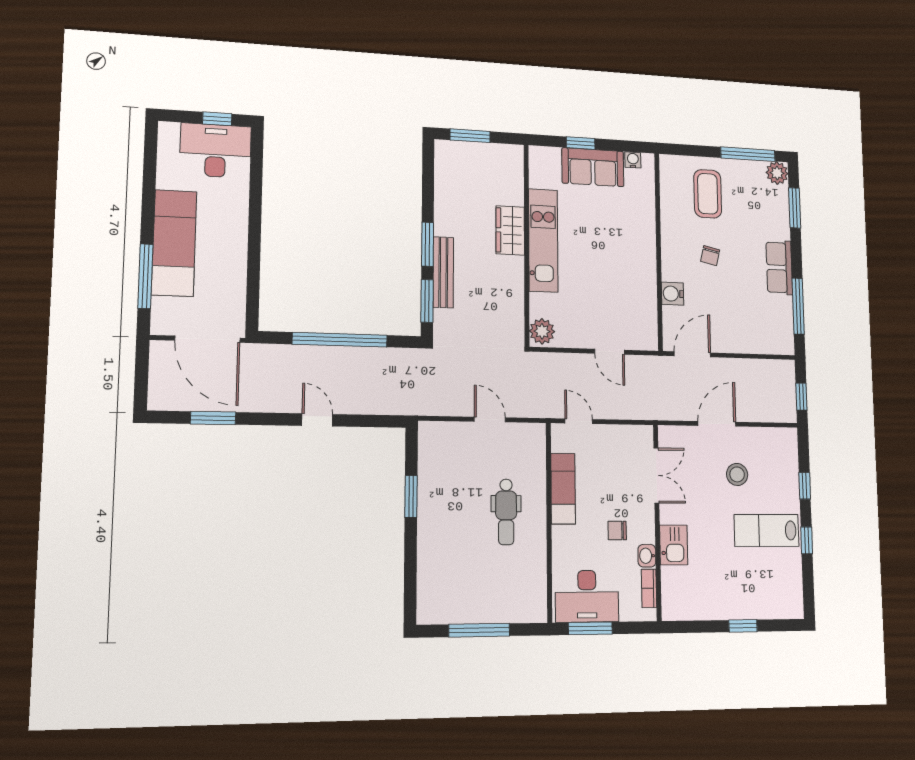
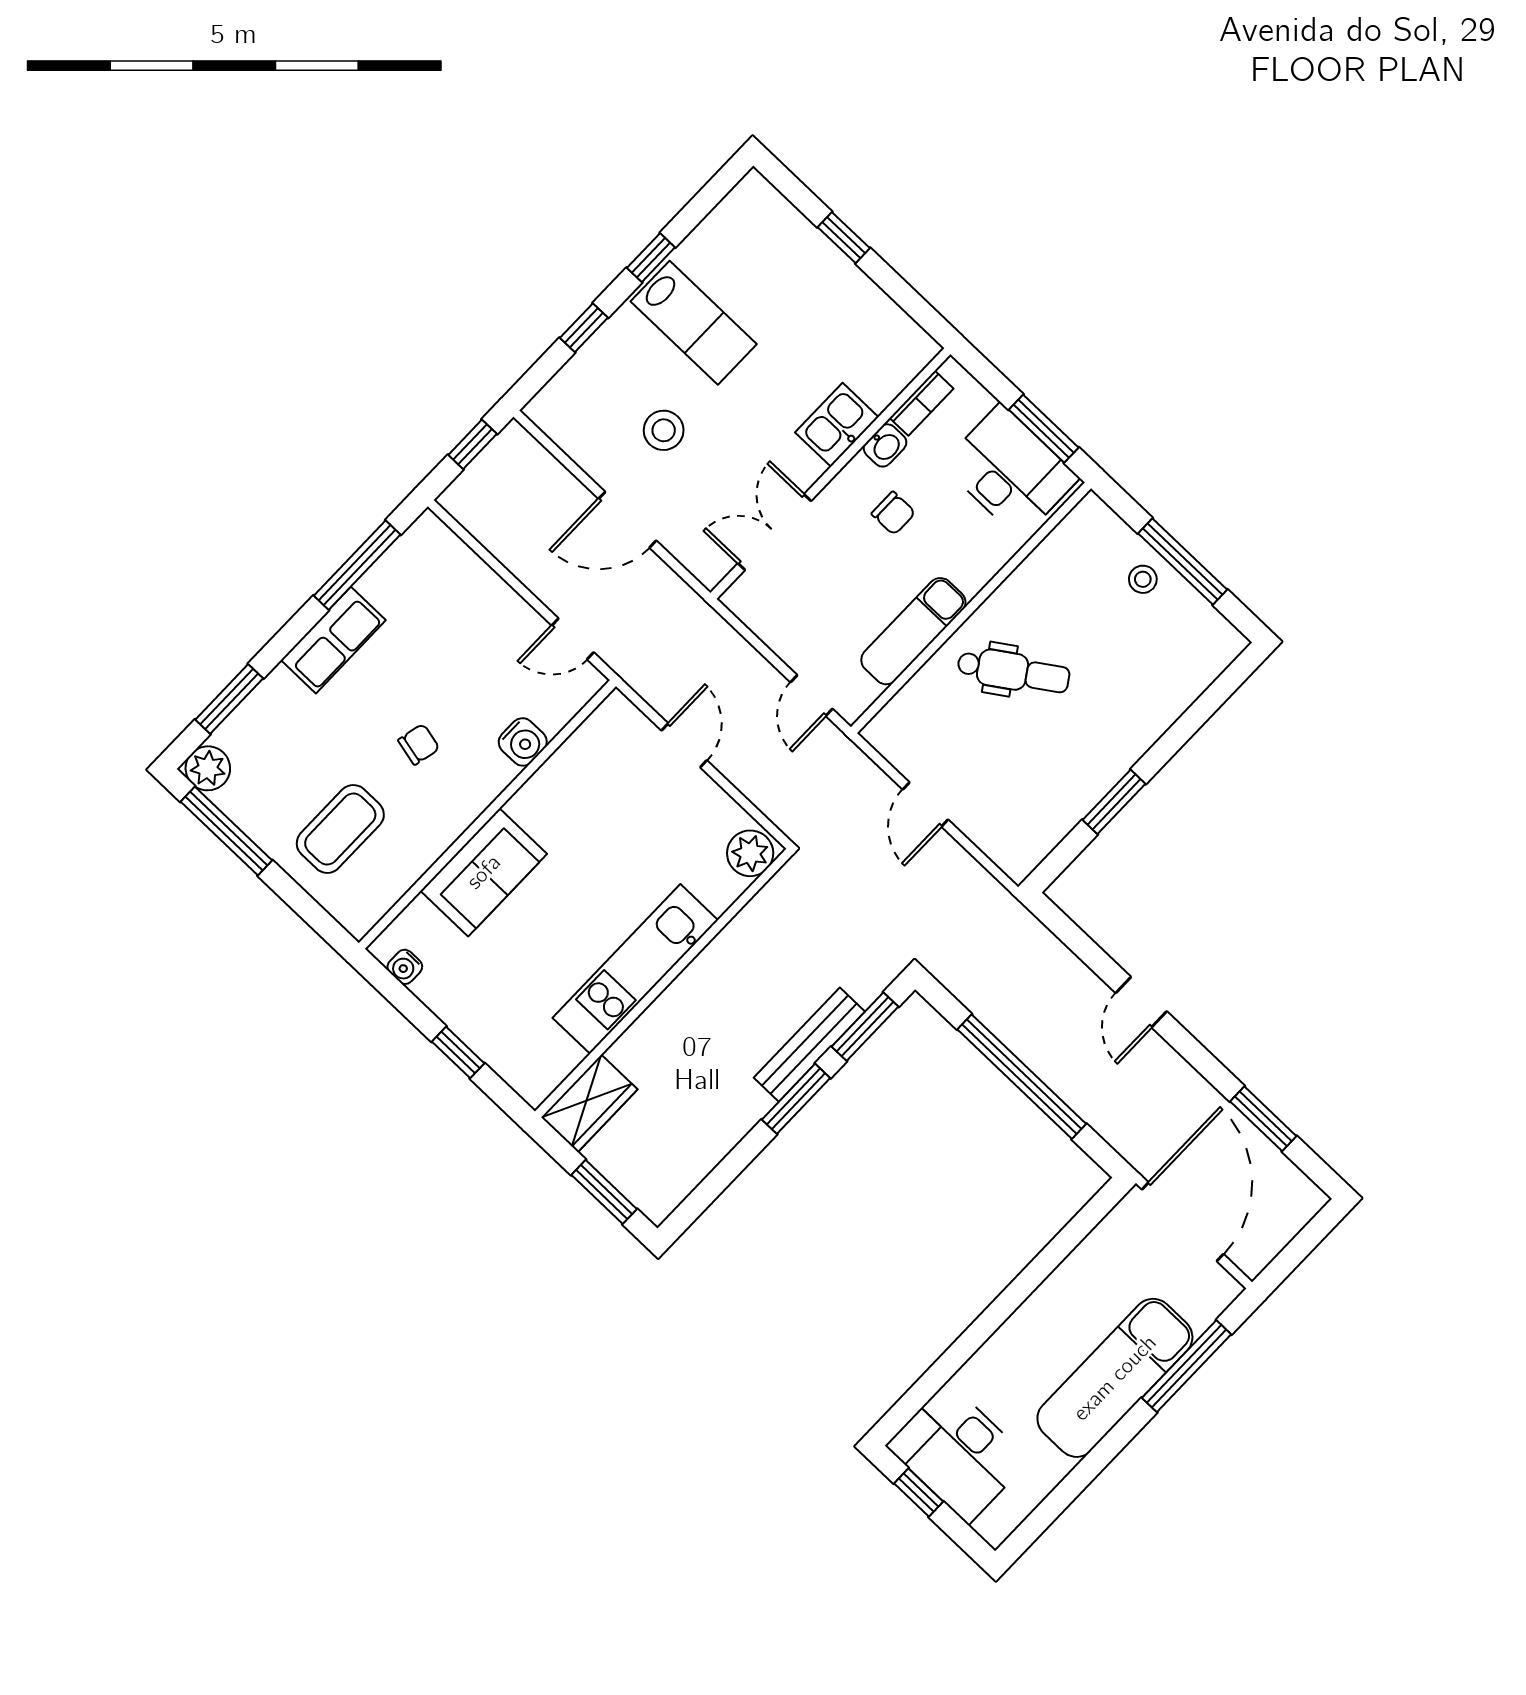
sofa: (593, 167) -> (484, 872), moved, turned 90
wardrobe: (510, 230) -> (589, 1103), moved
door: (692, 354) -> (573, 639), width x0.73
dental chair: (506, 512) -> (1014, 671), turned 56
stool: (489, 605) -> (1143, 579), added

